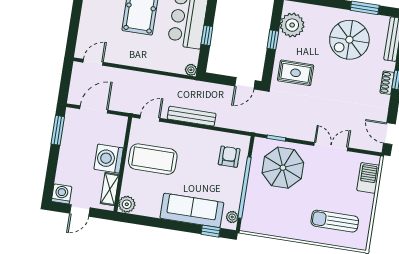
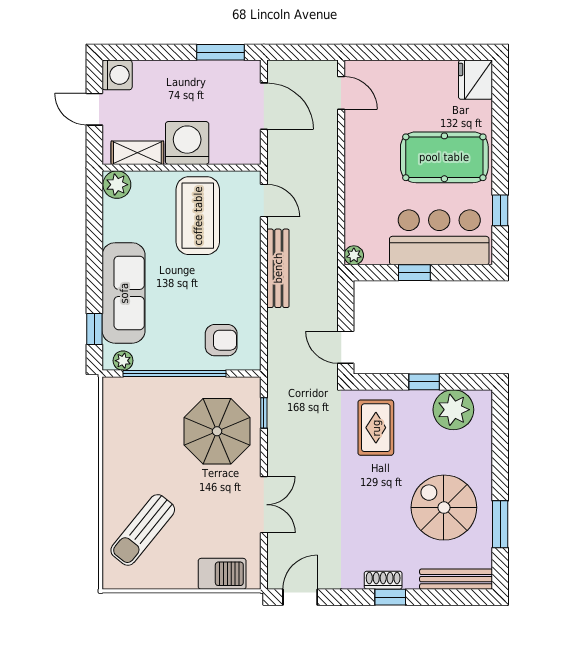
sun lounger: (335, 221) -> (143, 530), turned -141

